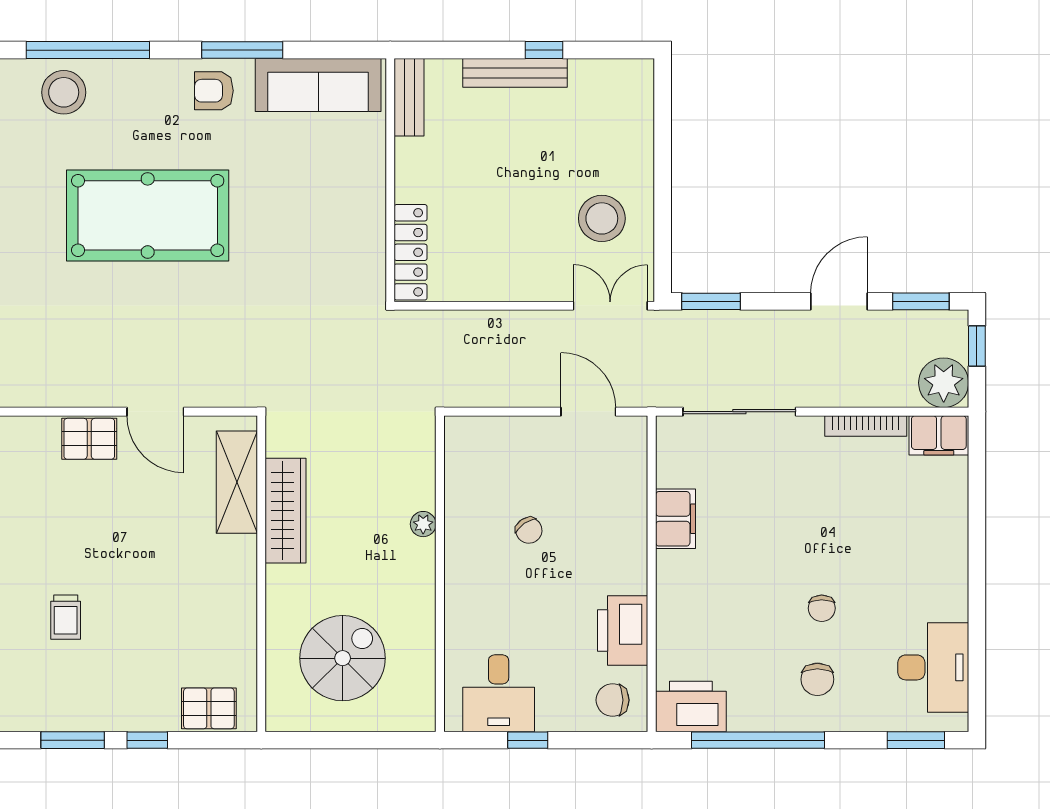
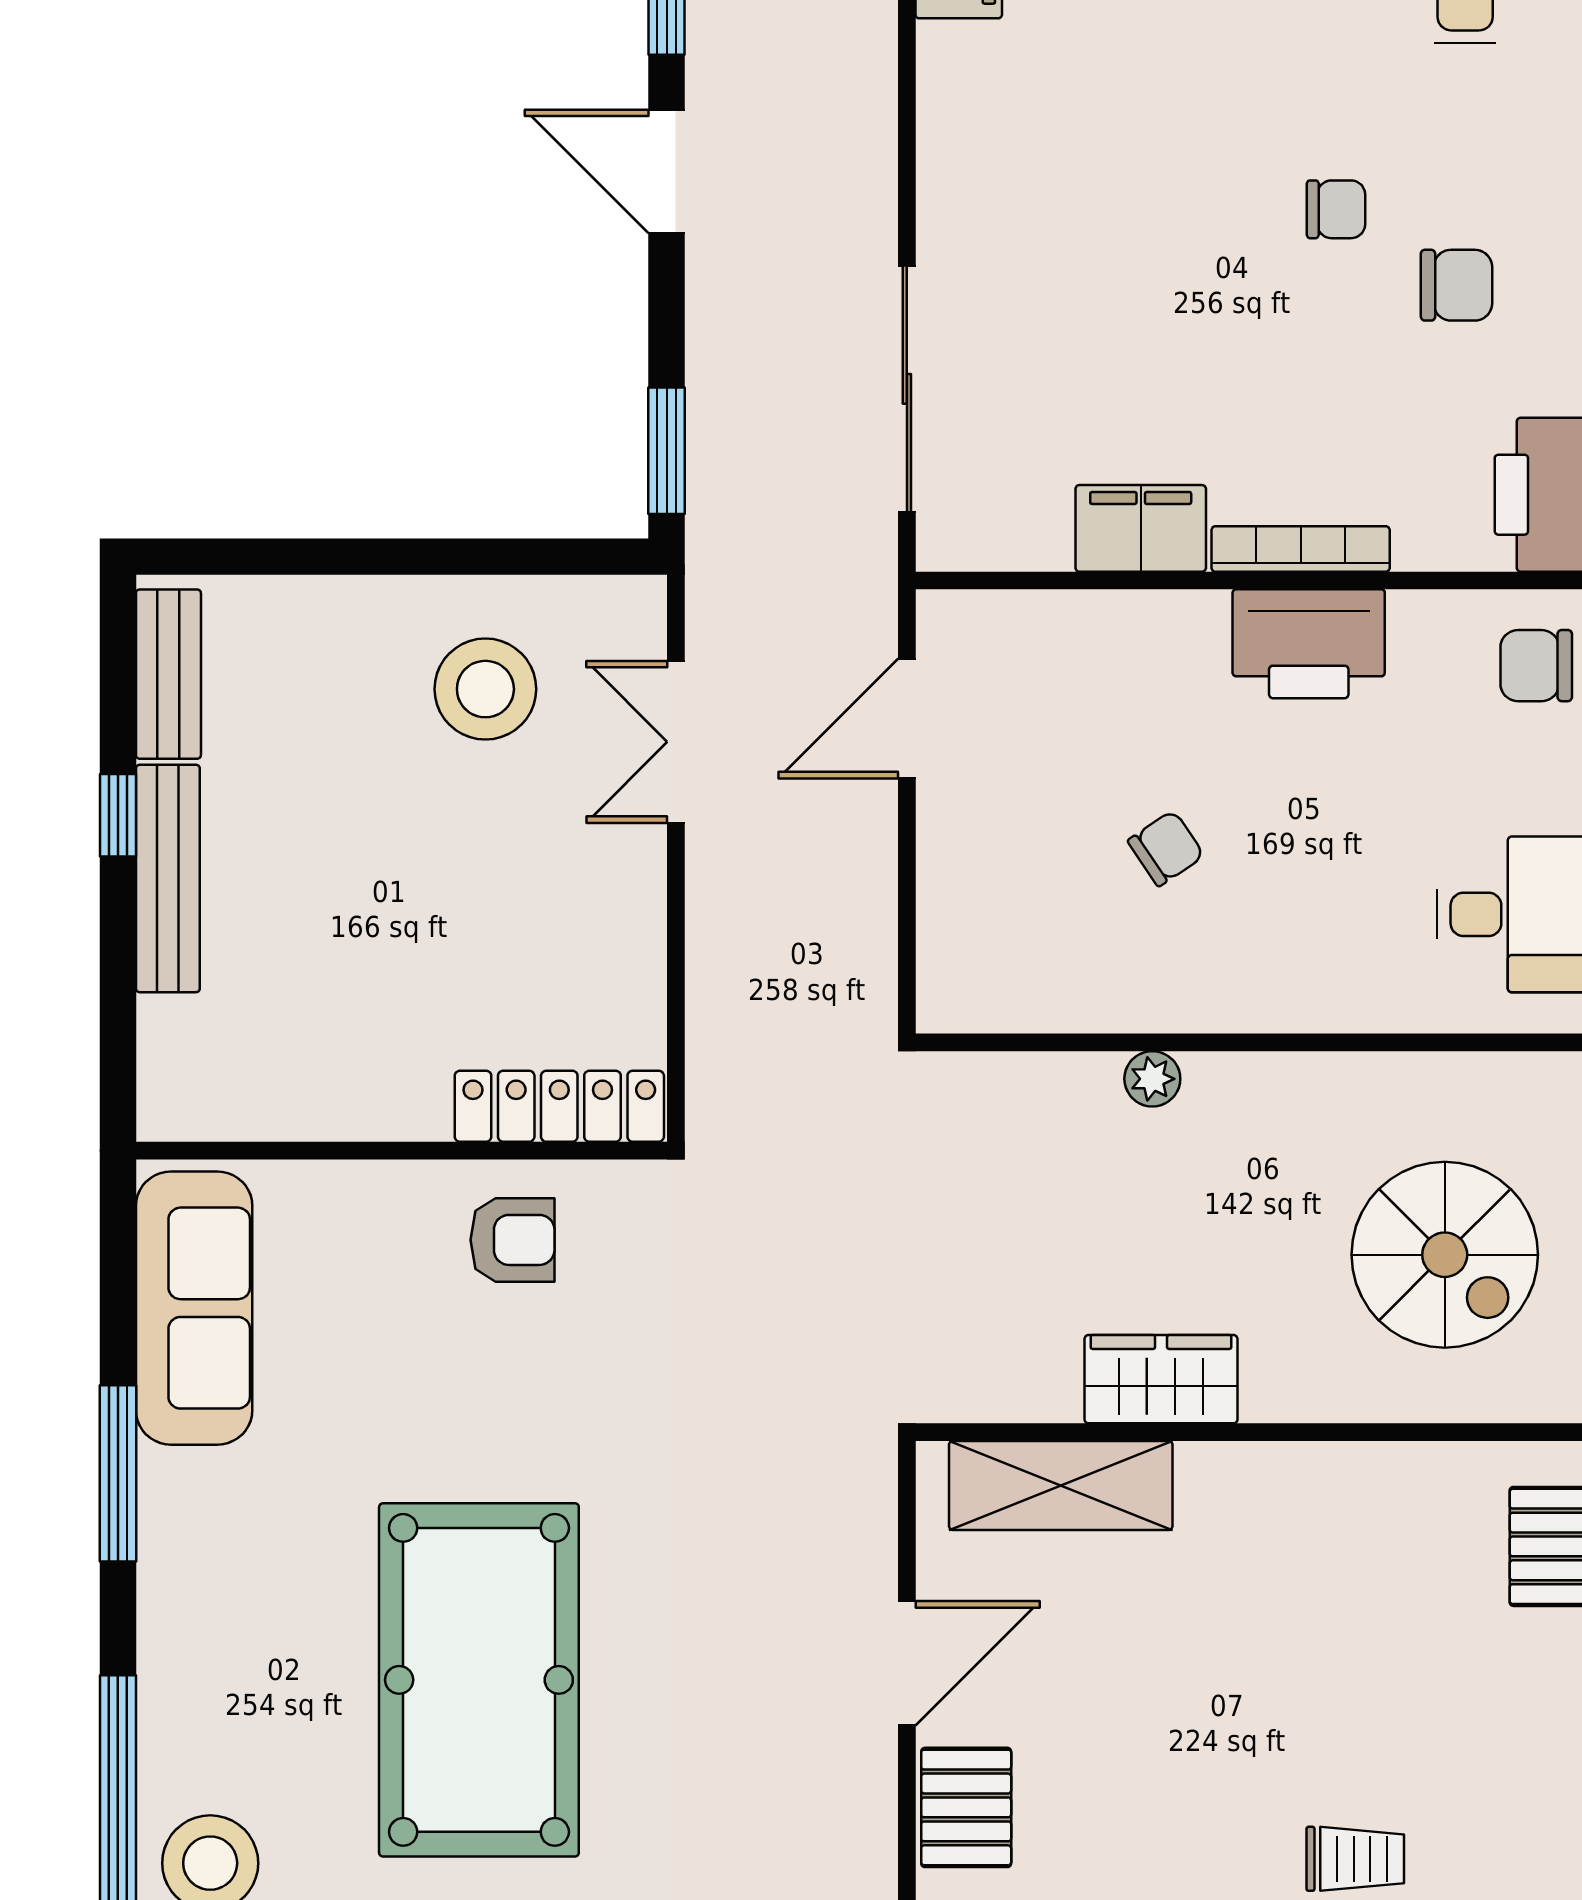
armchair: (214, 91) -> (512, 1240), moved, turned -90
bench: (409, 97) -> (168, 674), moved, turned 90
double door: (610, 306) -> (676, 742), moved
bookcase: (866, 426) -> (1301, 549), moved, turned -90
wardrobe: (286, 511) -> (1161, 1379), width x0.67
printer: (623, 631) -> (1309, 644), moved
spiral stairs: (343, 658) -> (1445, 1255), turned 180
chair: (817, 679) -> (1457, 285), moved
chair: (613, 700) -> (1536, 666), turned 90

